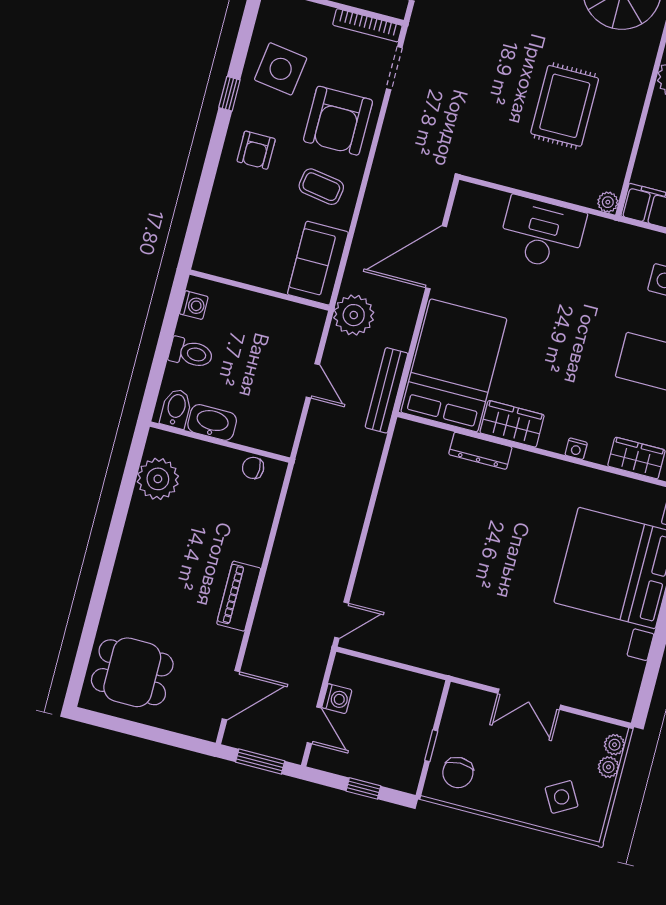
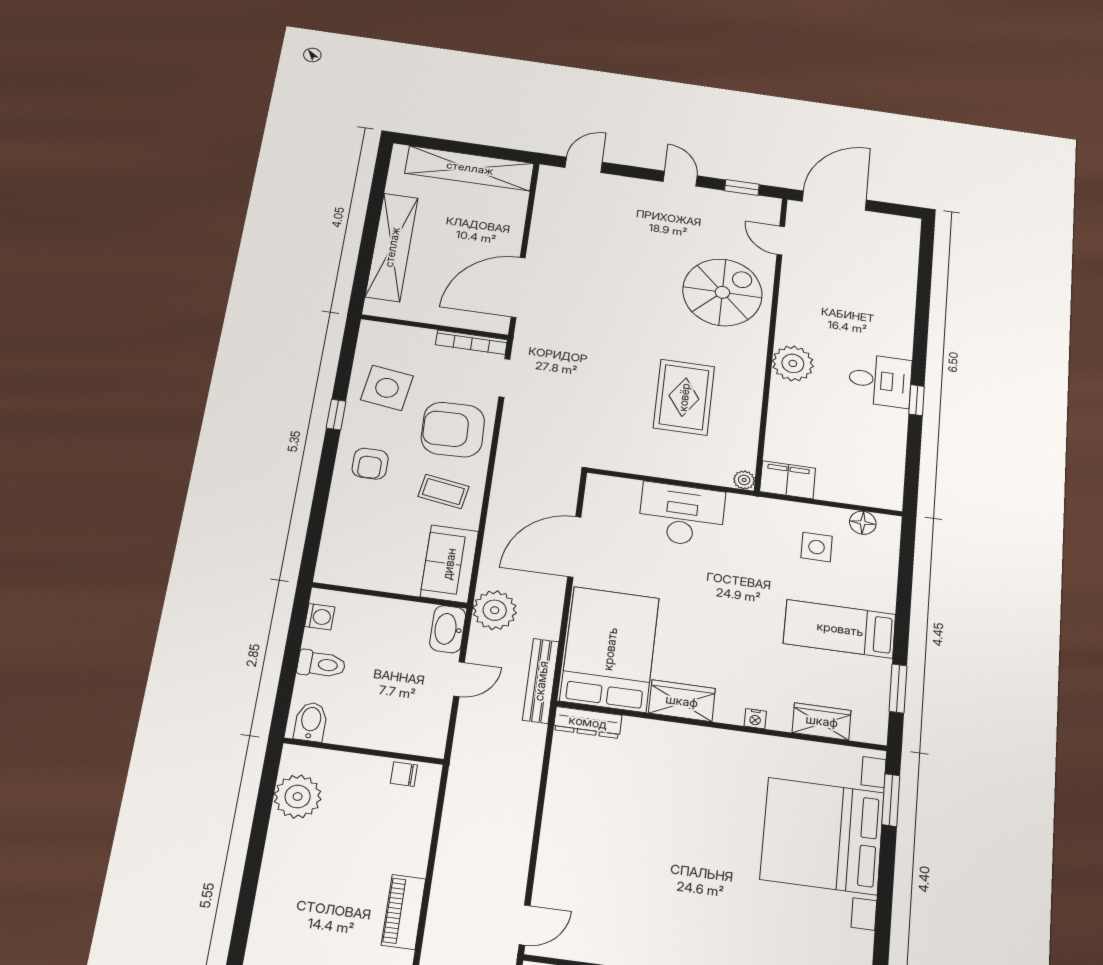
armchair: (338, 121) -> (453, 430), turned 88
door: (313, 381) -> (459, 679), hinge flipped
washbasin: (212, 422) -> (448, 629), moved, turned -90
dresser: (480, 451) -> (588, 722), moved

